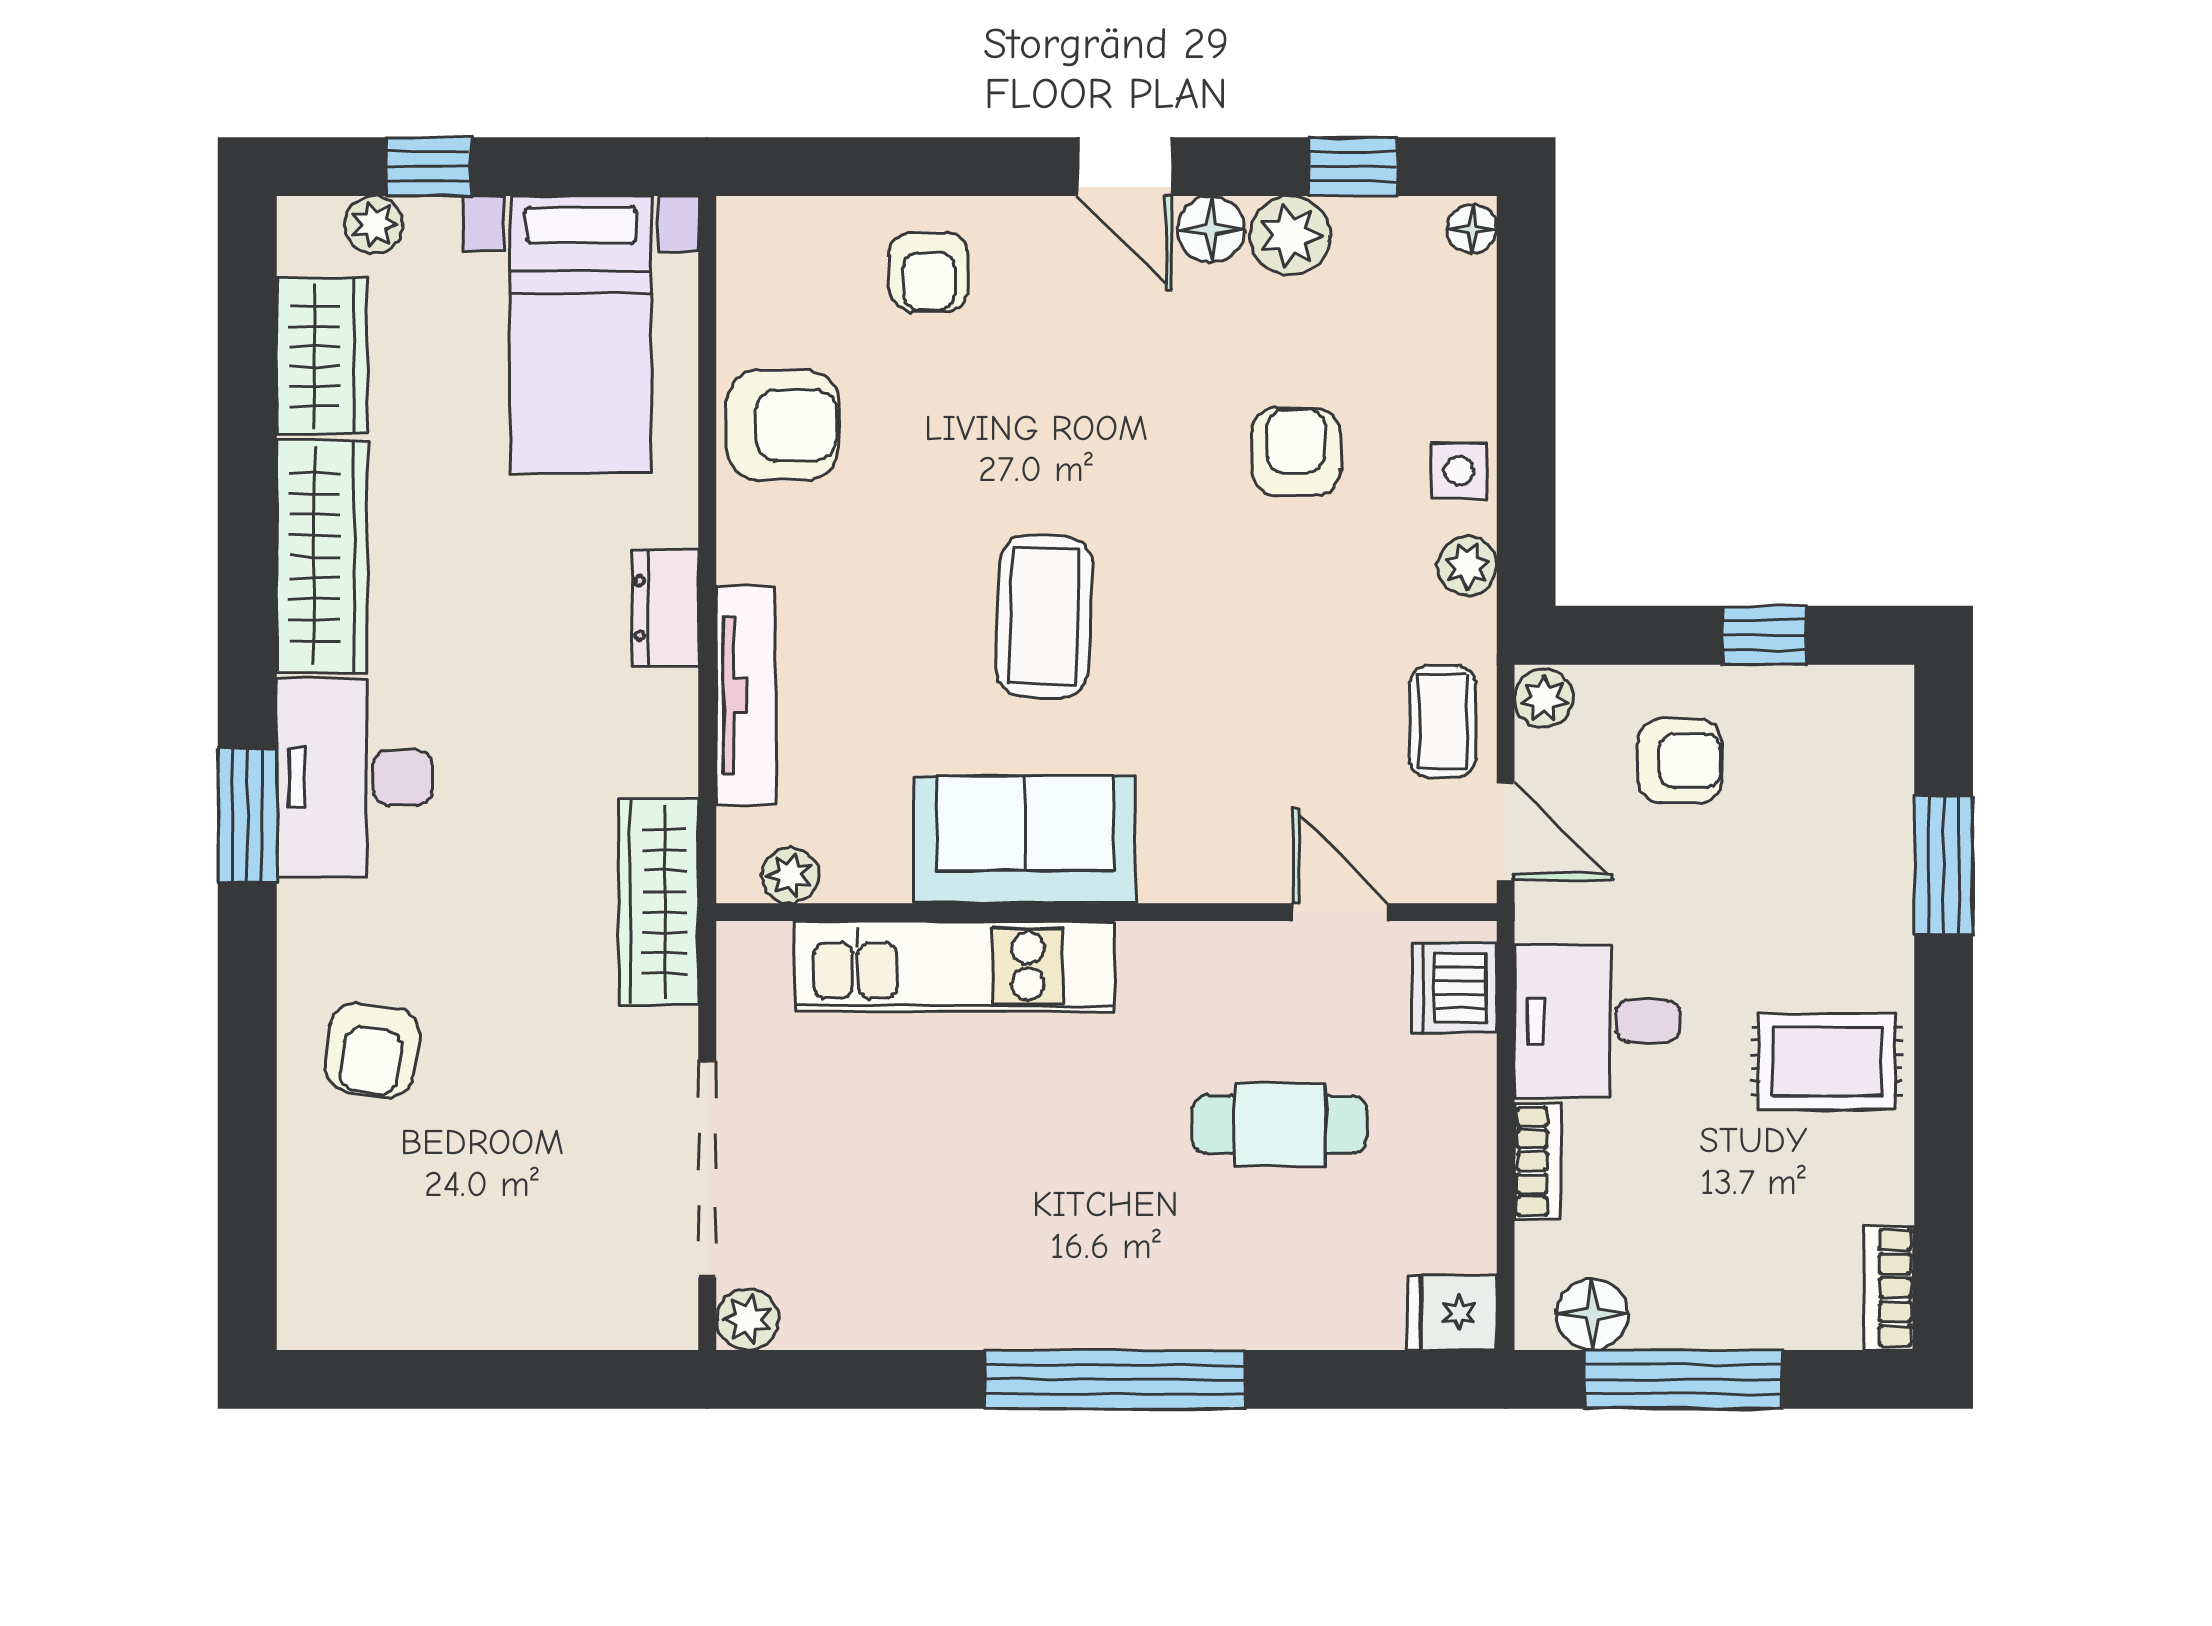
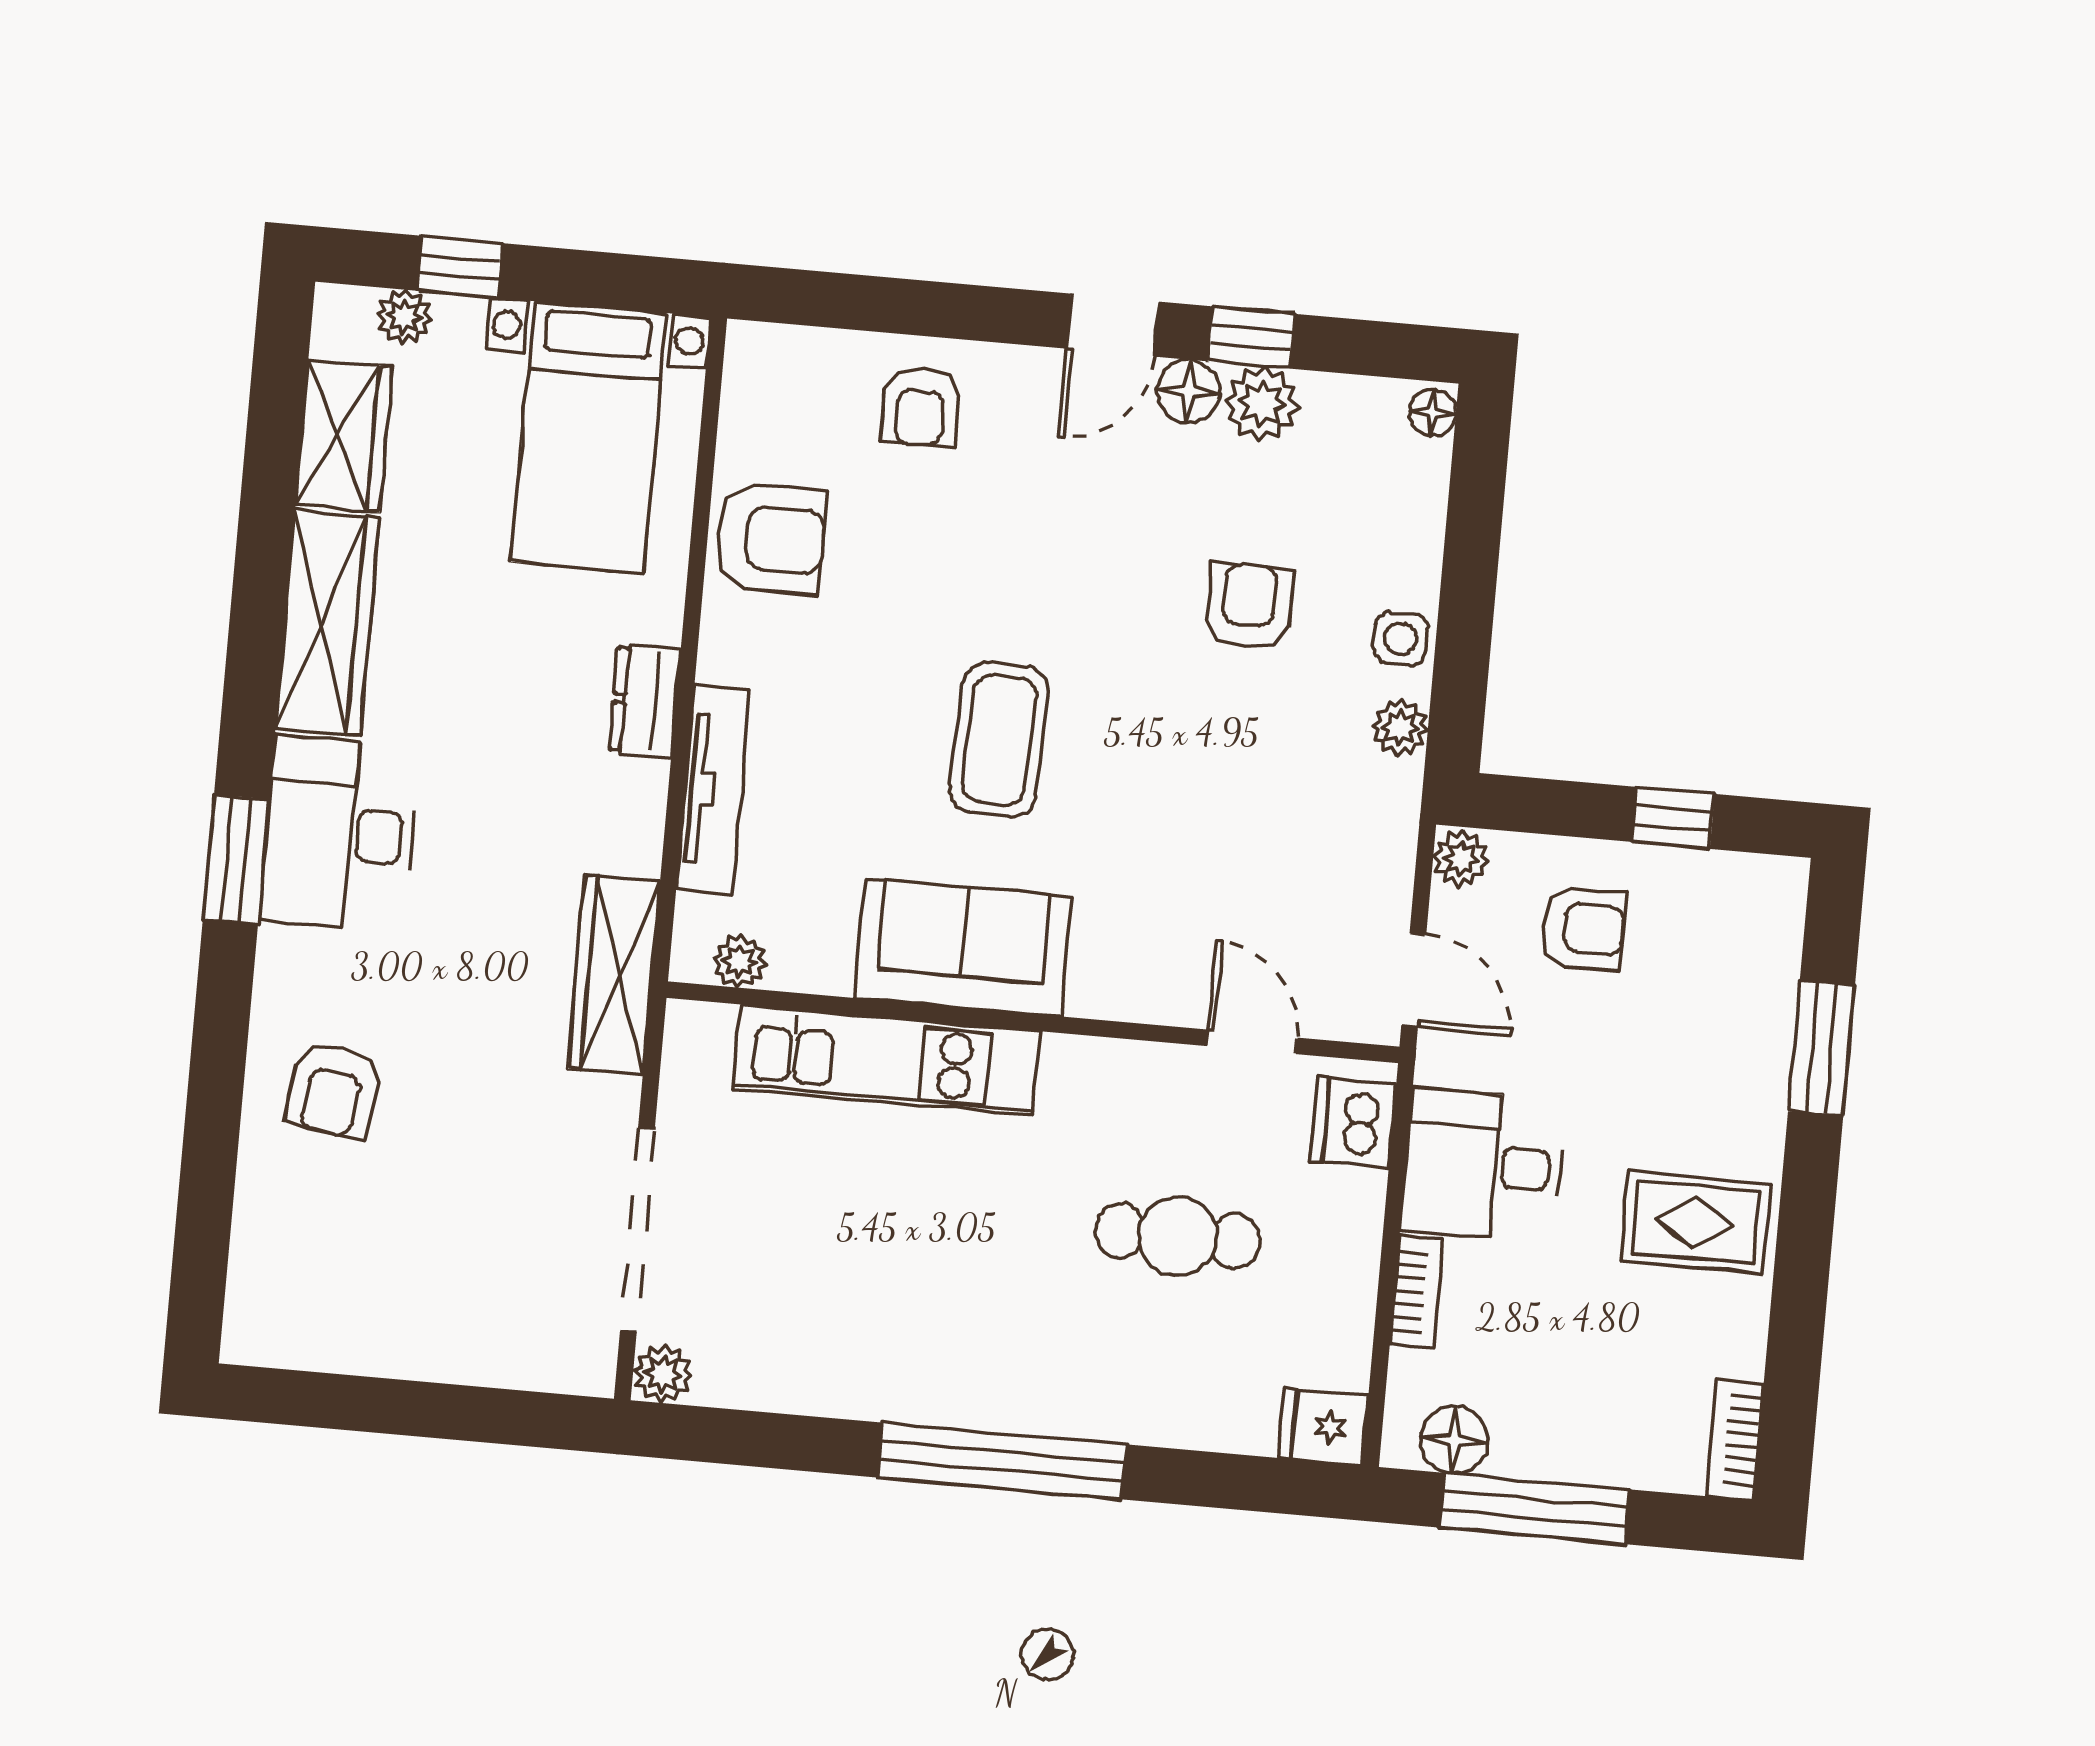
door: (1125, 167) -> (1113, 325), hinge flipped
window: (1353, 167) -> (1251, 338), moved
coffee table: (1442, 721) -> (1364, 872), removed

